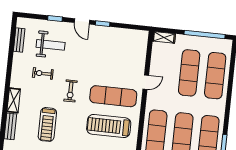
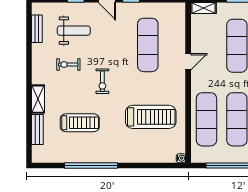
exercise mat: (113, 96) -> (148, 45), moved, turned 90
treadmill: (47, 124) -> (80, 123), turned -90
treadmill: (109, 126) -> (151, 117), turned 180

